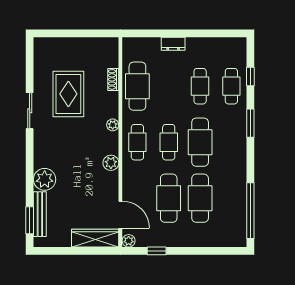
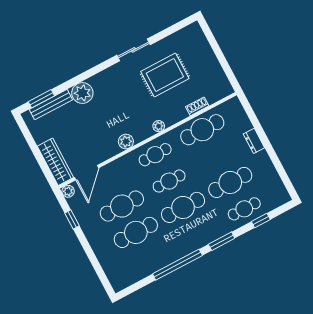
cafe table: (200, 86) -> (230, 182), width x1.37, depth x1.35
window: (250, 211) -> (177, 265), moved

